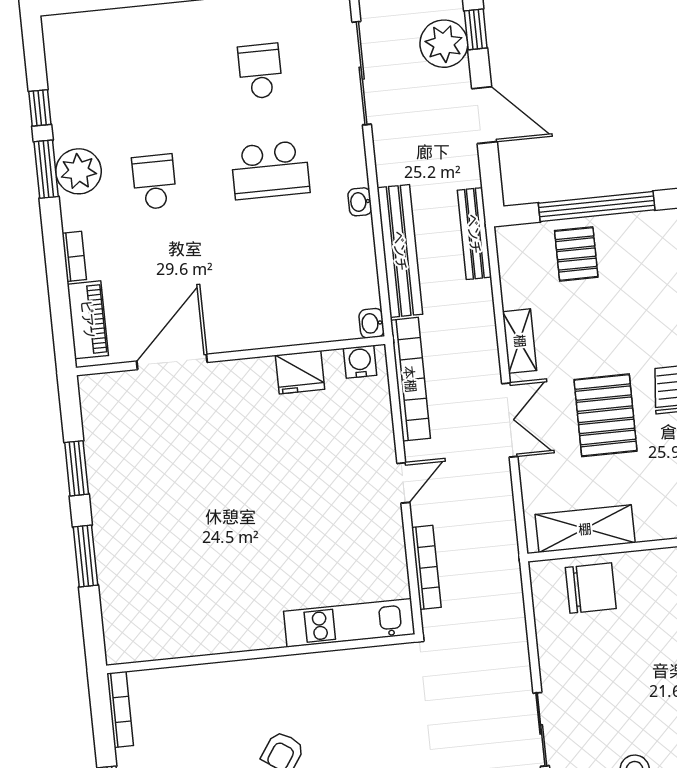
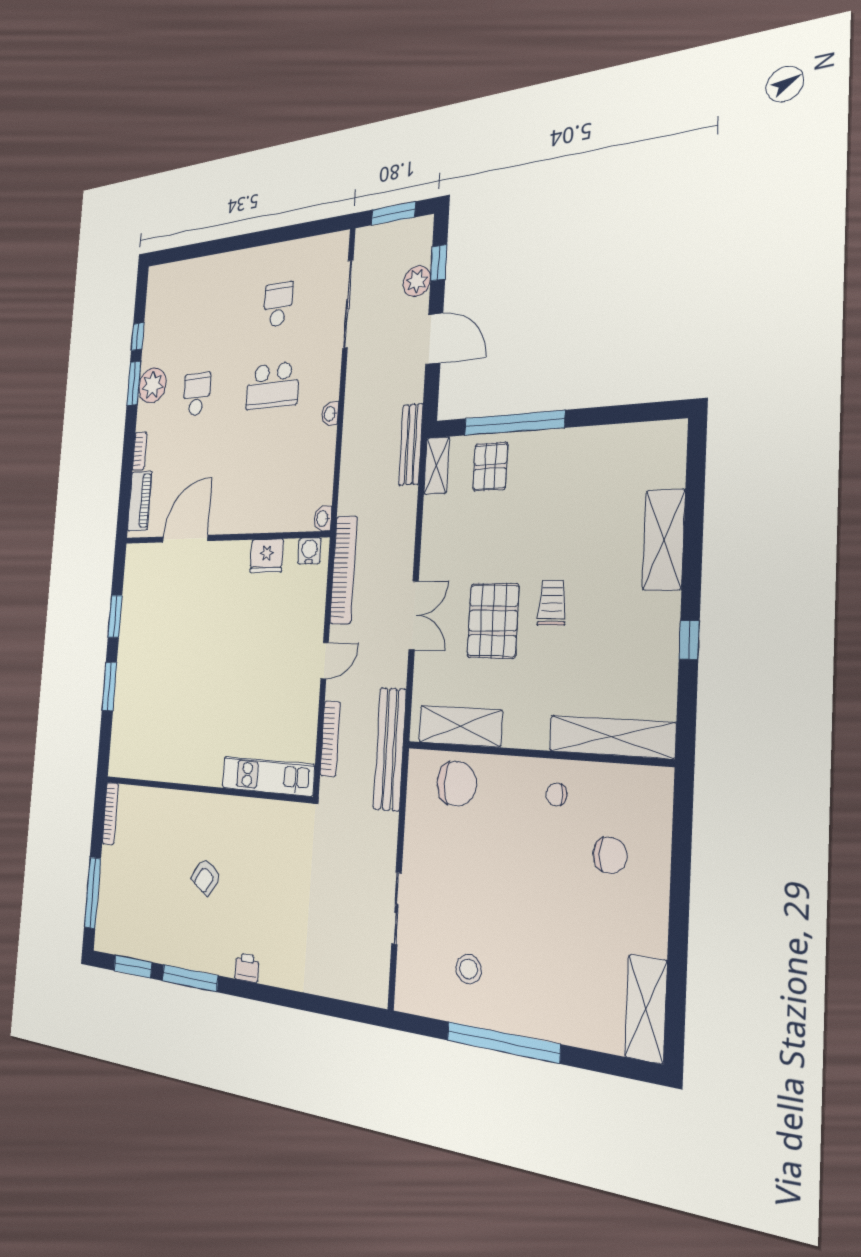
plant: (444, 44) -> (417, 281), width x0.73, depth x0.73
bench: (400, 251) -> (390, 749), moved
shelving: (520, 341) -> (437, 466), moved

